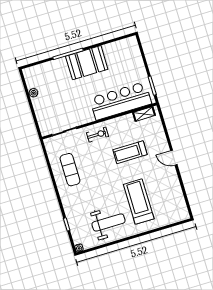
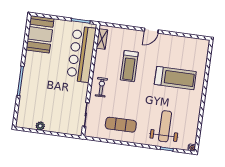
booth: (87, 63) -> (40, 34), moved
treadmill: (139, 202) -> (175, 78), turned 180
weight bench: (109, 222) -> (165, 126), moved

